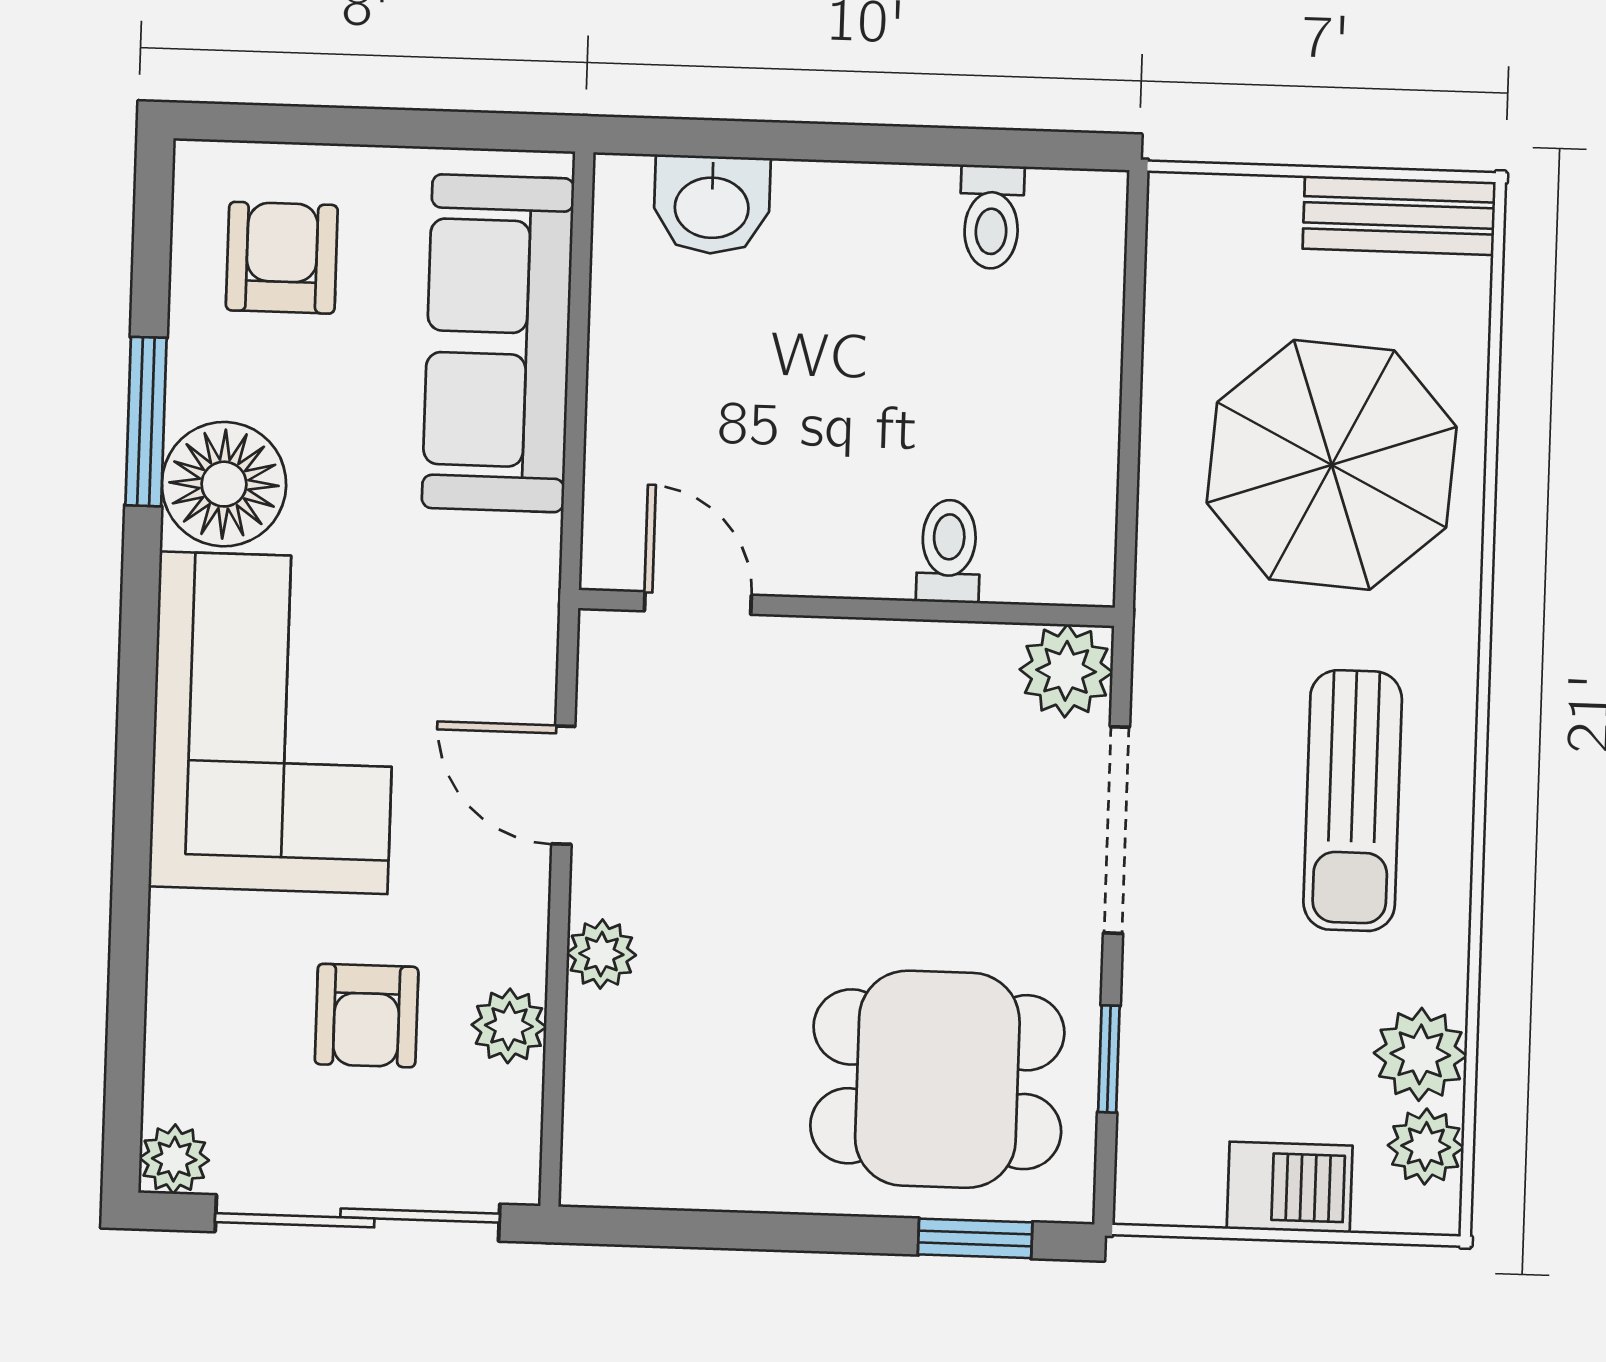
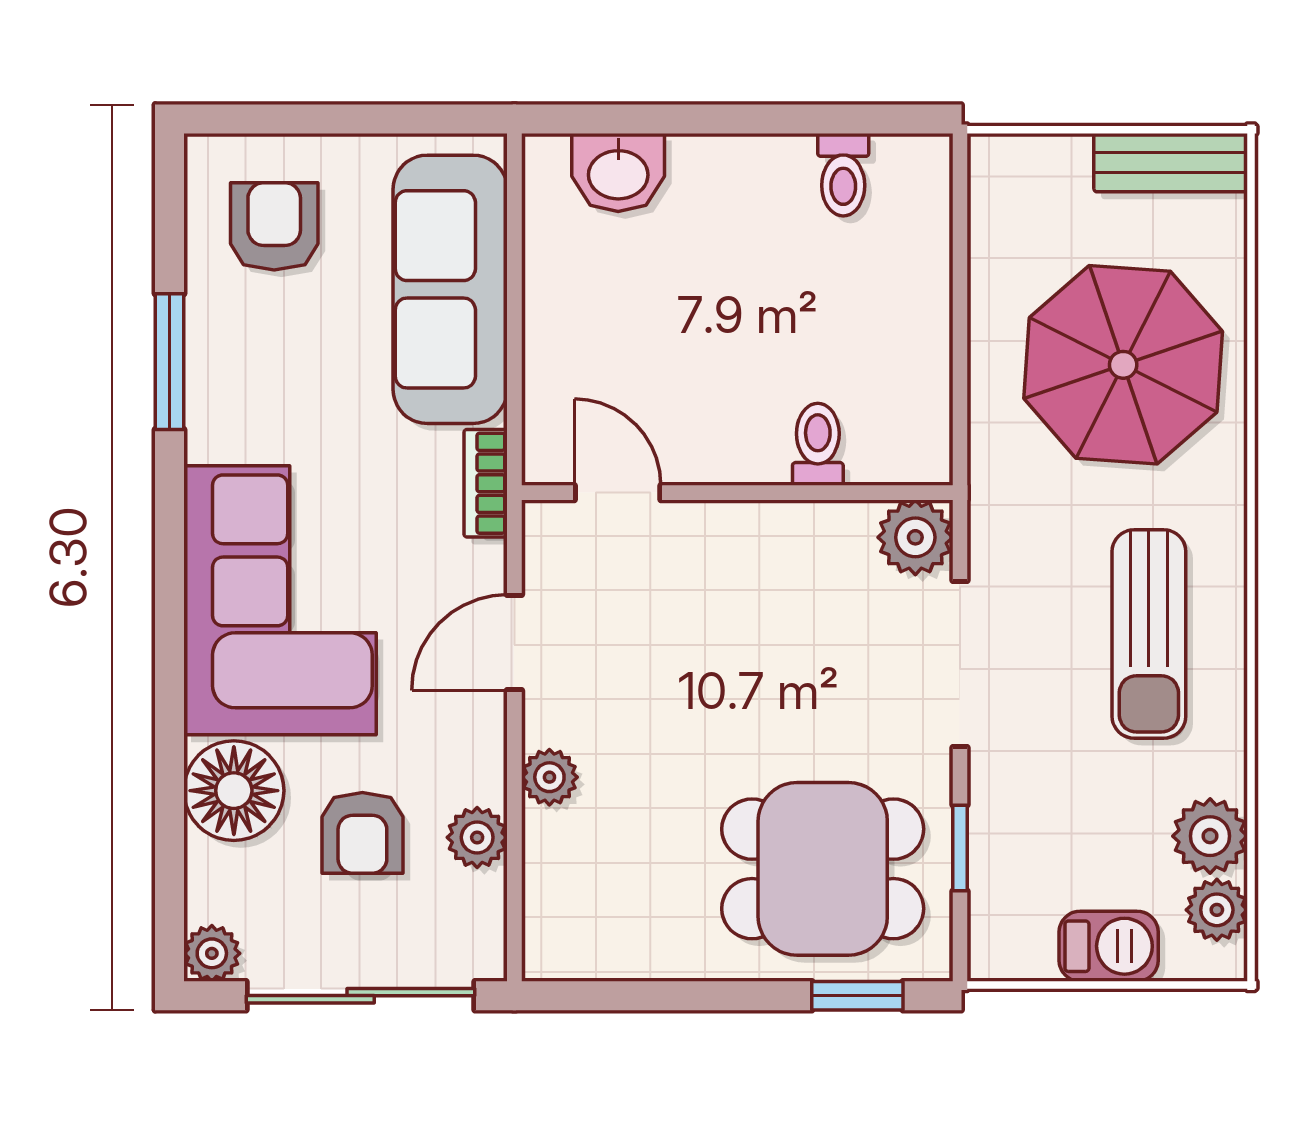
floor lamp: (224, 484) -> (234, 791), moved
bookcase: (534, 586) -> (486, 483), added
door: (563, 785) -> (514, 643), hinge flipped

